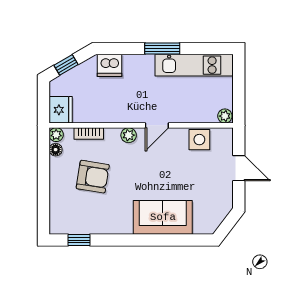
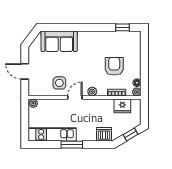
fridge: (61, 110) -> (122, 106), moved, turned -90
side table: (199, 140) -> (59, 83), moved
armchair: (93, 177) -> (114, 66), turned 81
sofa: (163, 217) -> (59, 41), moved

